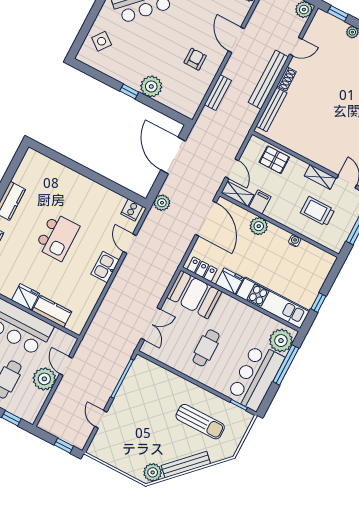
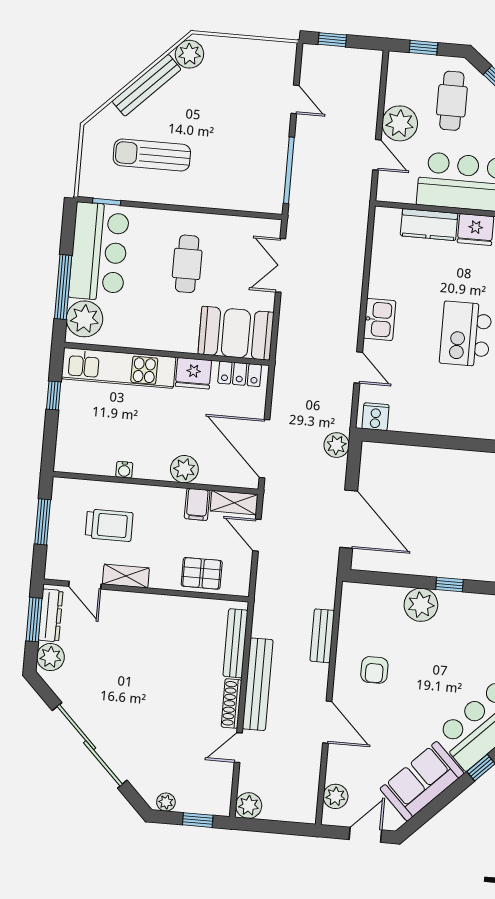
shoe rack: (287, 79) -> (231, 703), width x1.43

